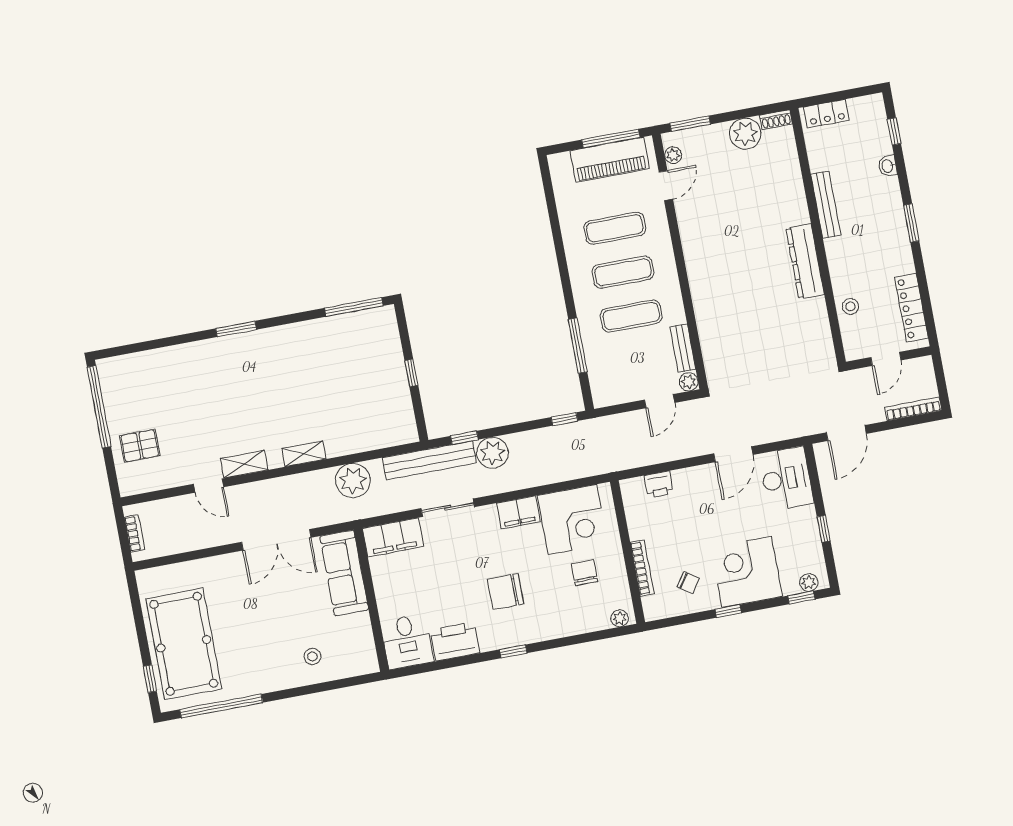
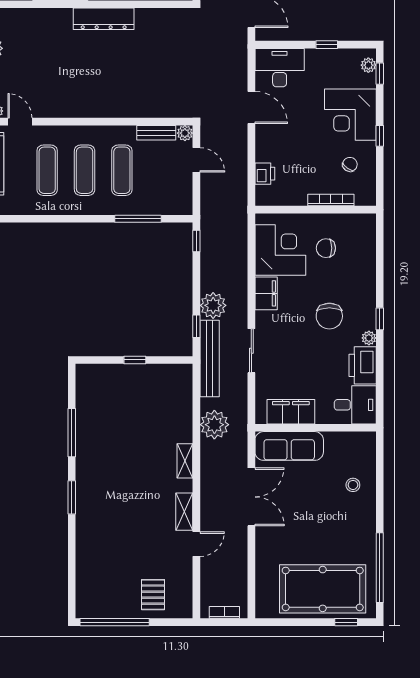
window: (354, 307) -> (72, 433), moved
filing cabinet: (393, 537) -> (291, 412), moved, turned -90
plant: (620, 618) -> (369, 338), moved

